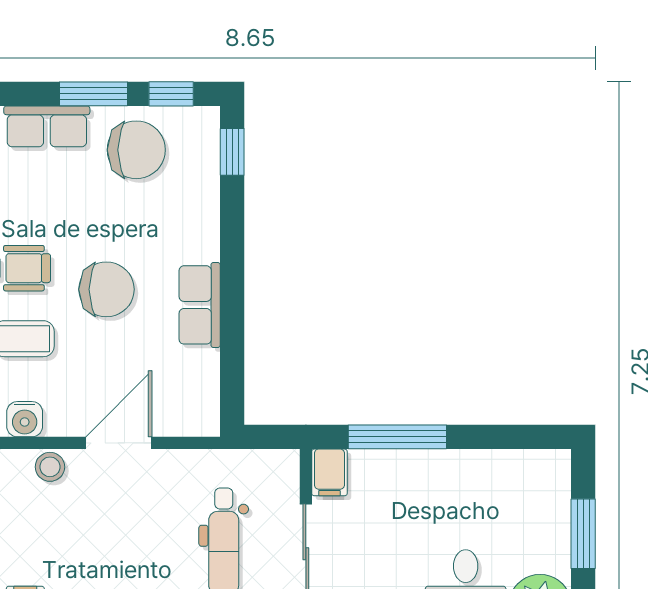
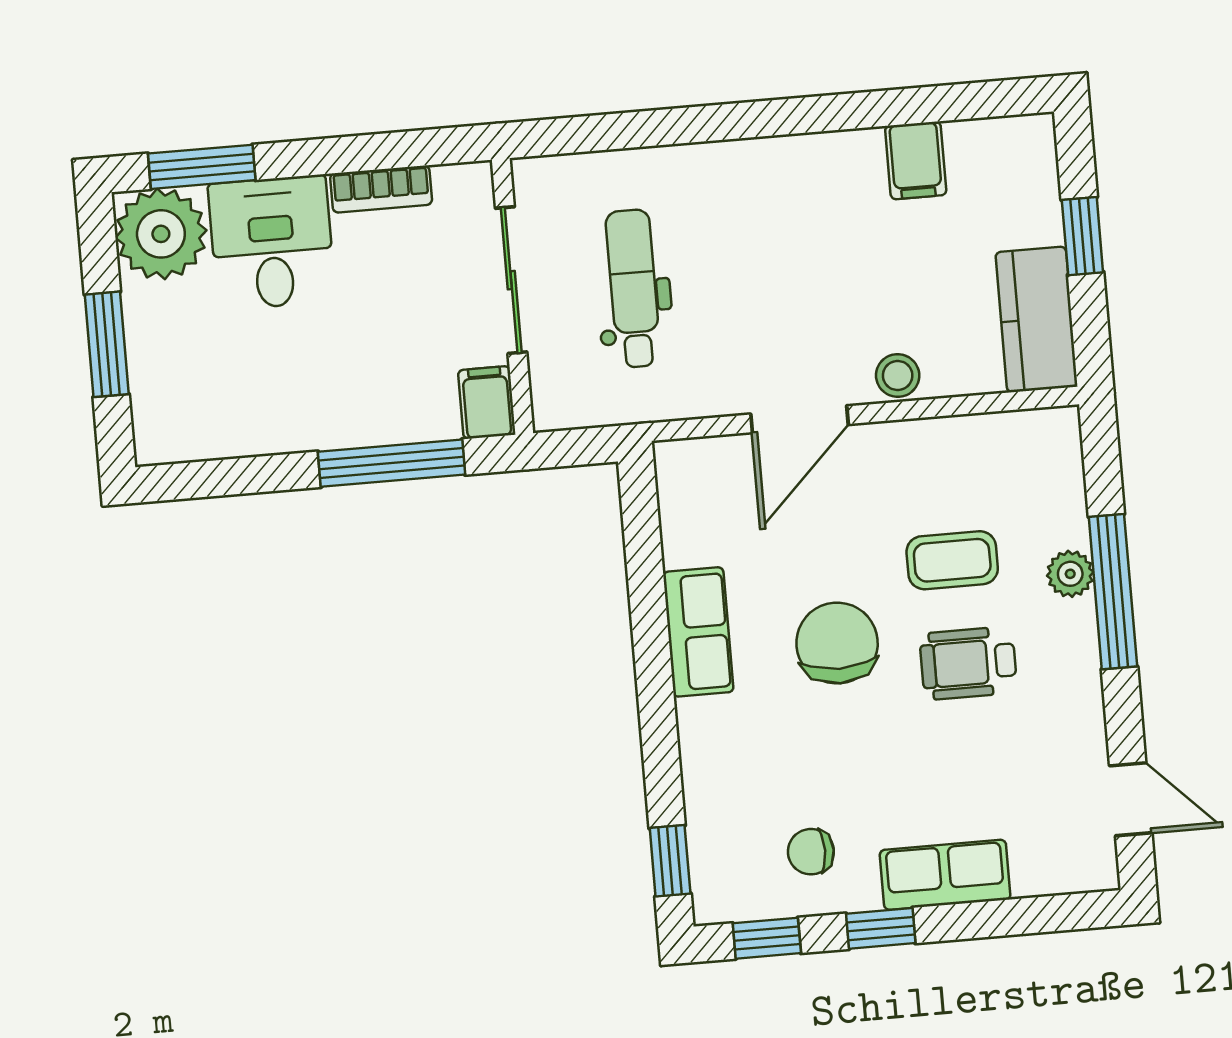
window: (93, 94) -> (881, 928), width x0.67
chair: (136, 150) -> (811, 852), width x0.54, depth x0.54
chair: (106, 289) -> (837, 643), turned 90
water cooler: (25, 419) -> (941, 442), removed

